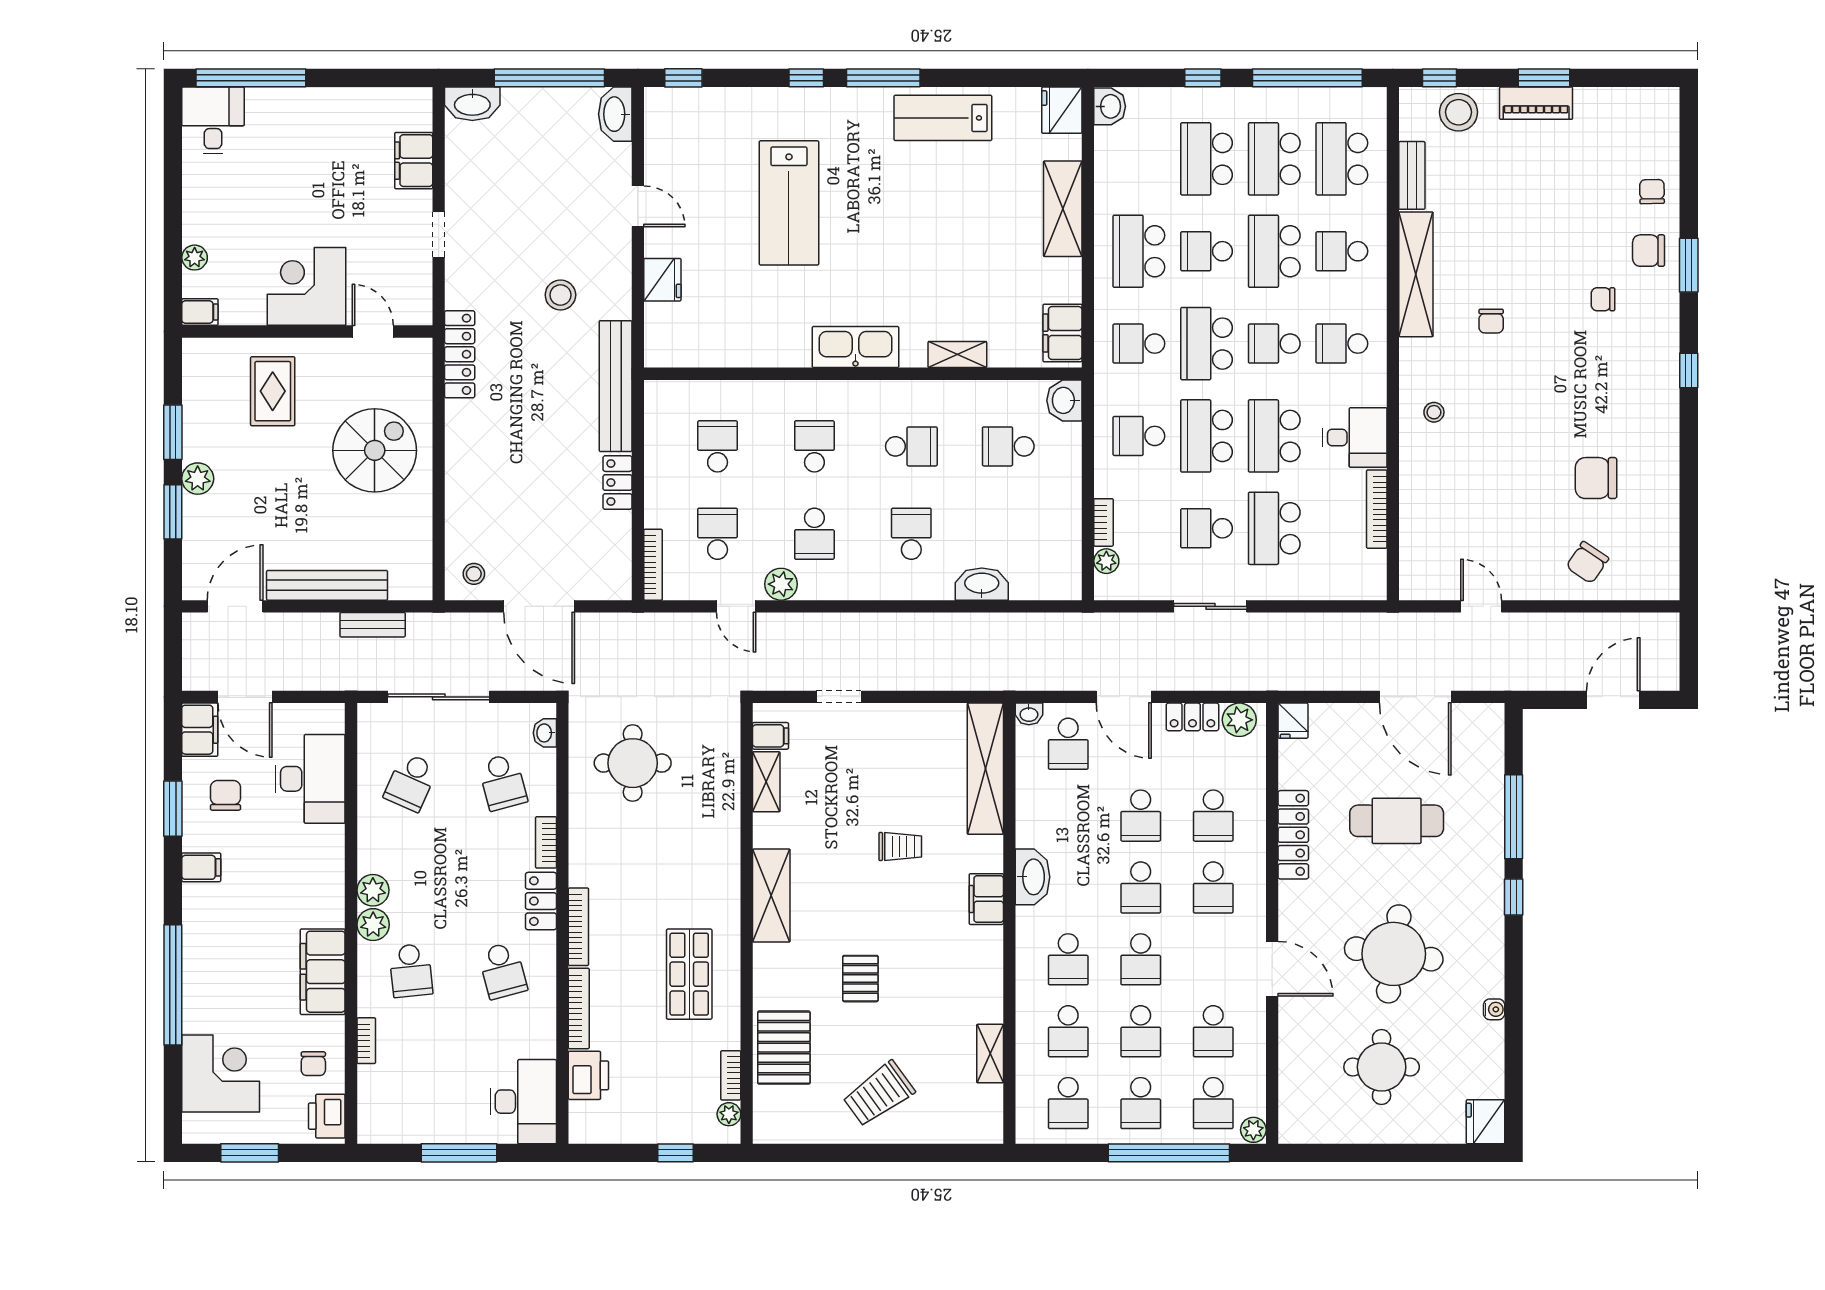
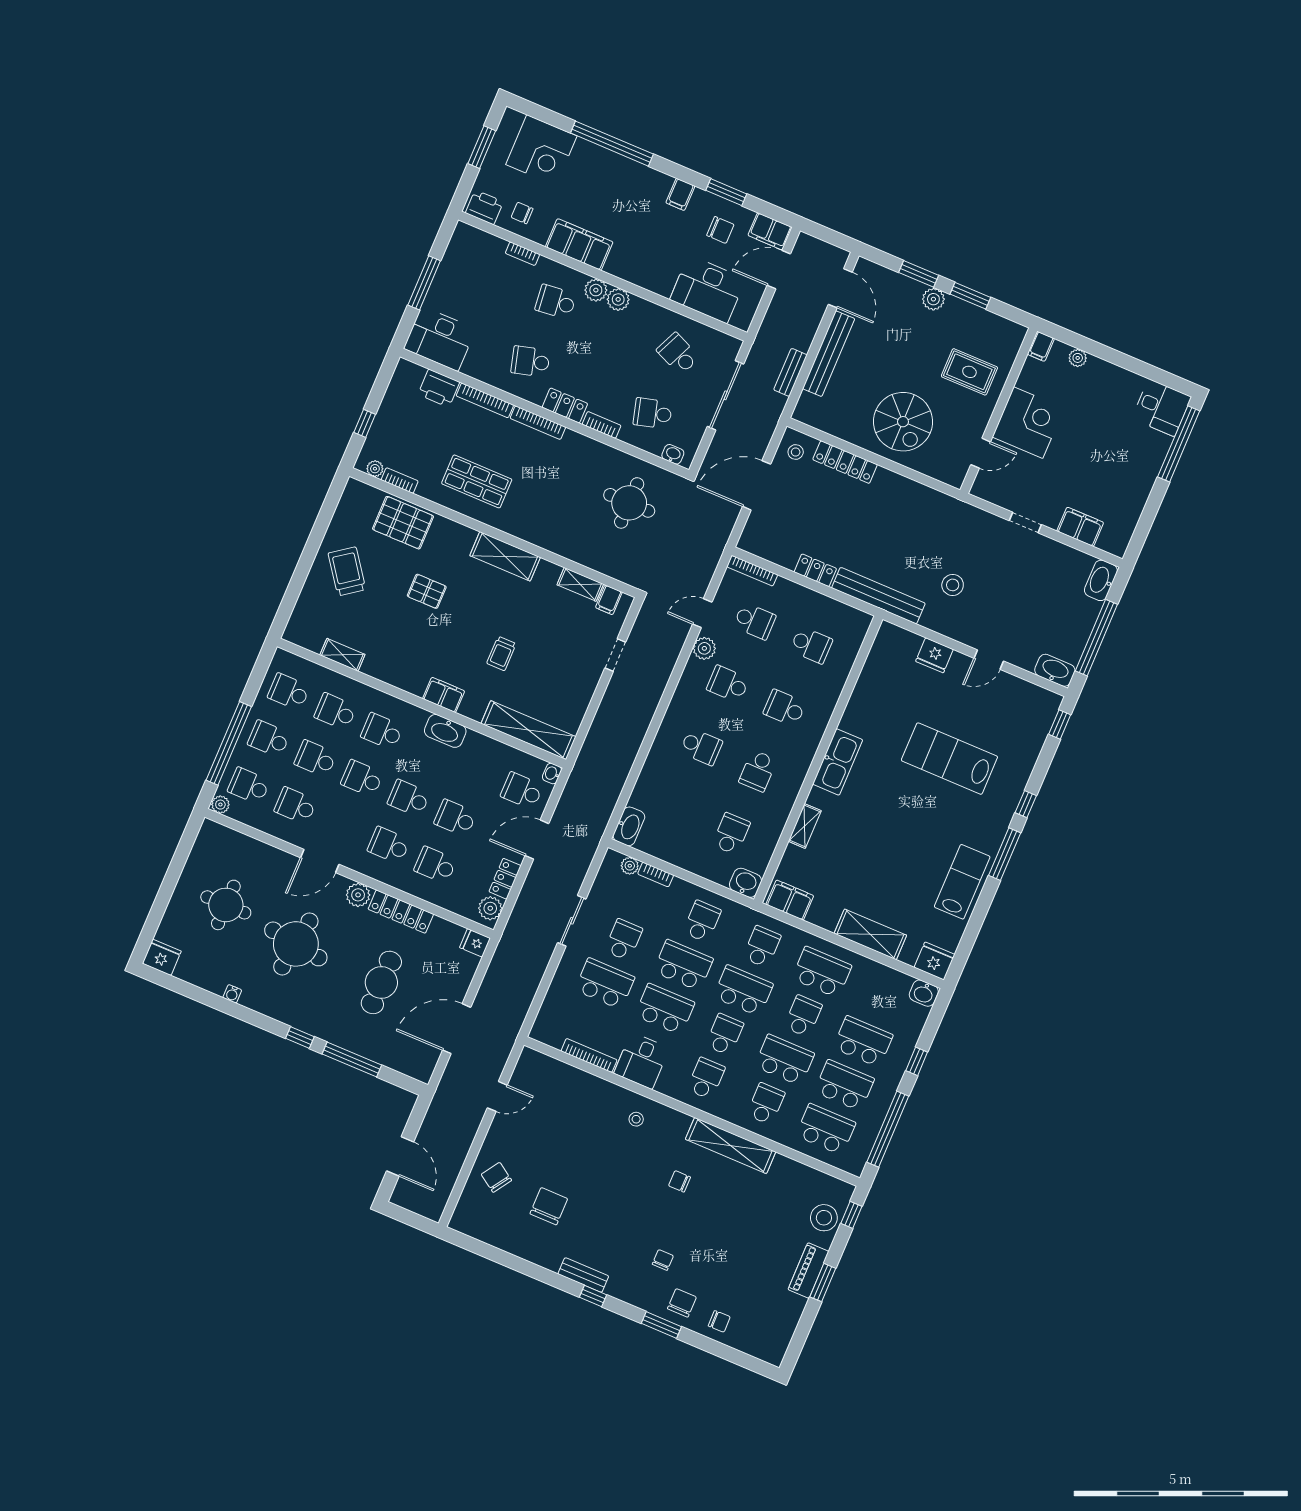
bench: (1412, 175) -> (583, 1275), moved
locker: (460, 354) -> (845, 462), moved
school desk: (814, 446) -> (785, 708), turned 180
washbasin: (982, 584) -> (629, 826), moved
plant: (1295, 900) -> (358, 895), added

